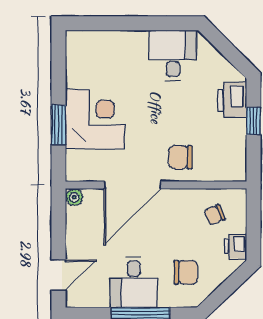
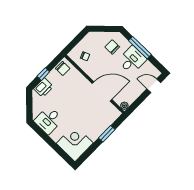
corner desk: (95, 119) -> (75, 143), moved, turned 90
chair: (180, 157) -> (63, 68), moved
printer: (236, 246) -> (88, 40), removed

